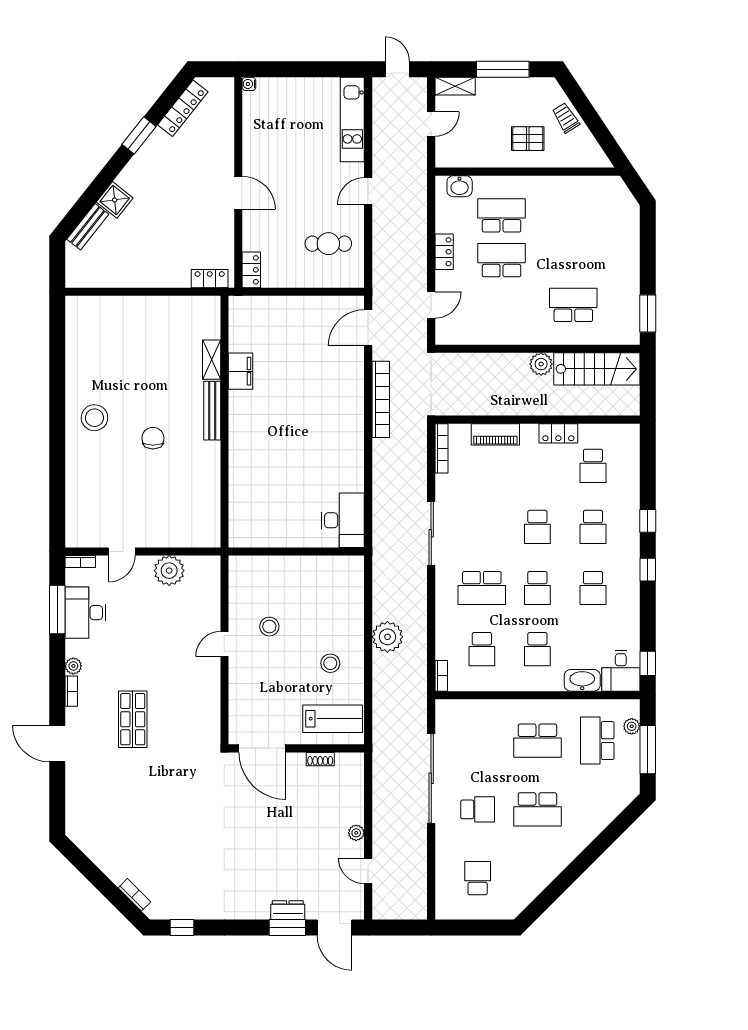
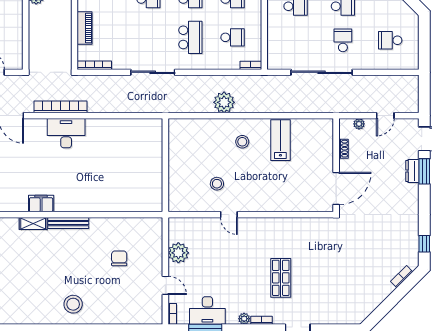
chair: (153, 438) -> (119, 258), moved, turned 90
desk: (343, 520) -> (66, 133), moved
shop shelf: (133, 719) -> (281, 278), turned 90
door: (262, 748) -> (336, 188), moved
wall: (296, 748) -> (336, 165), moved
shoe rack: (320, 759) -> (343, 149), moved

